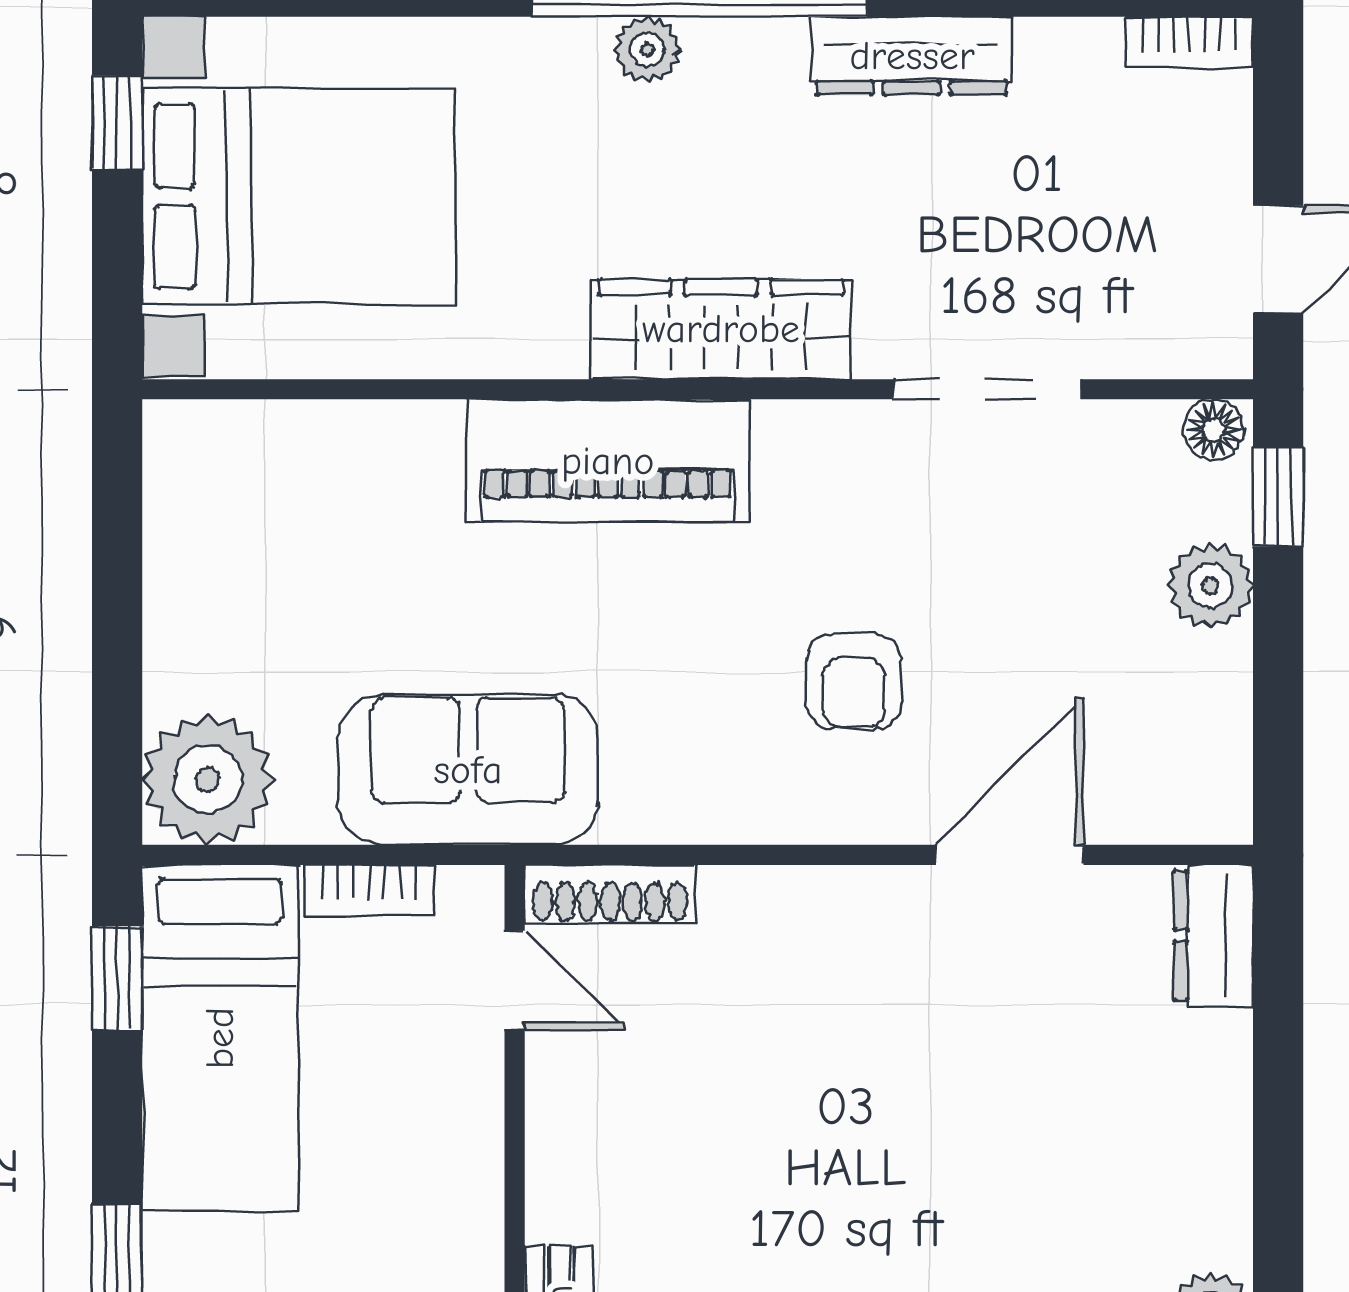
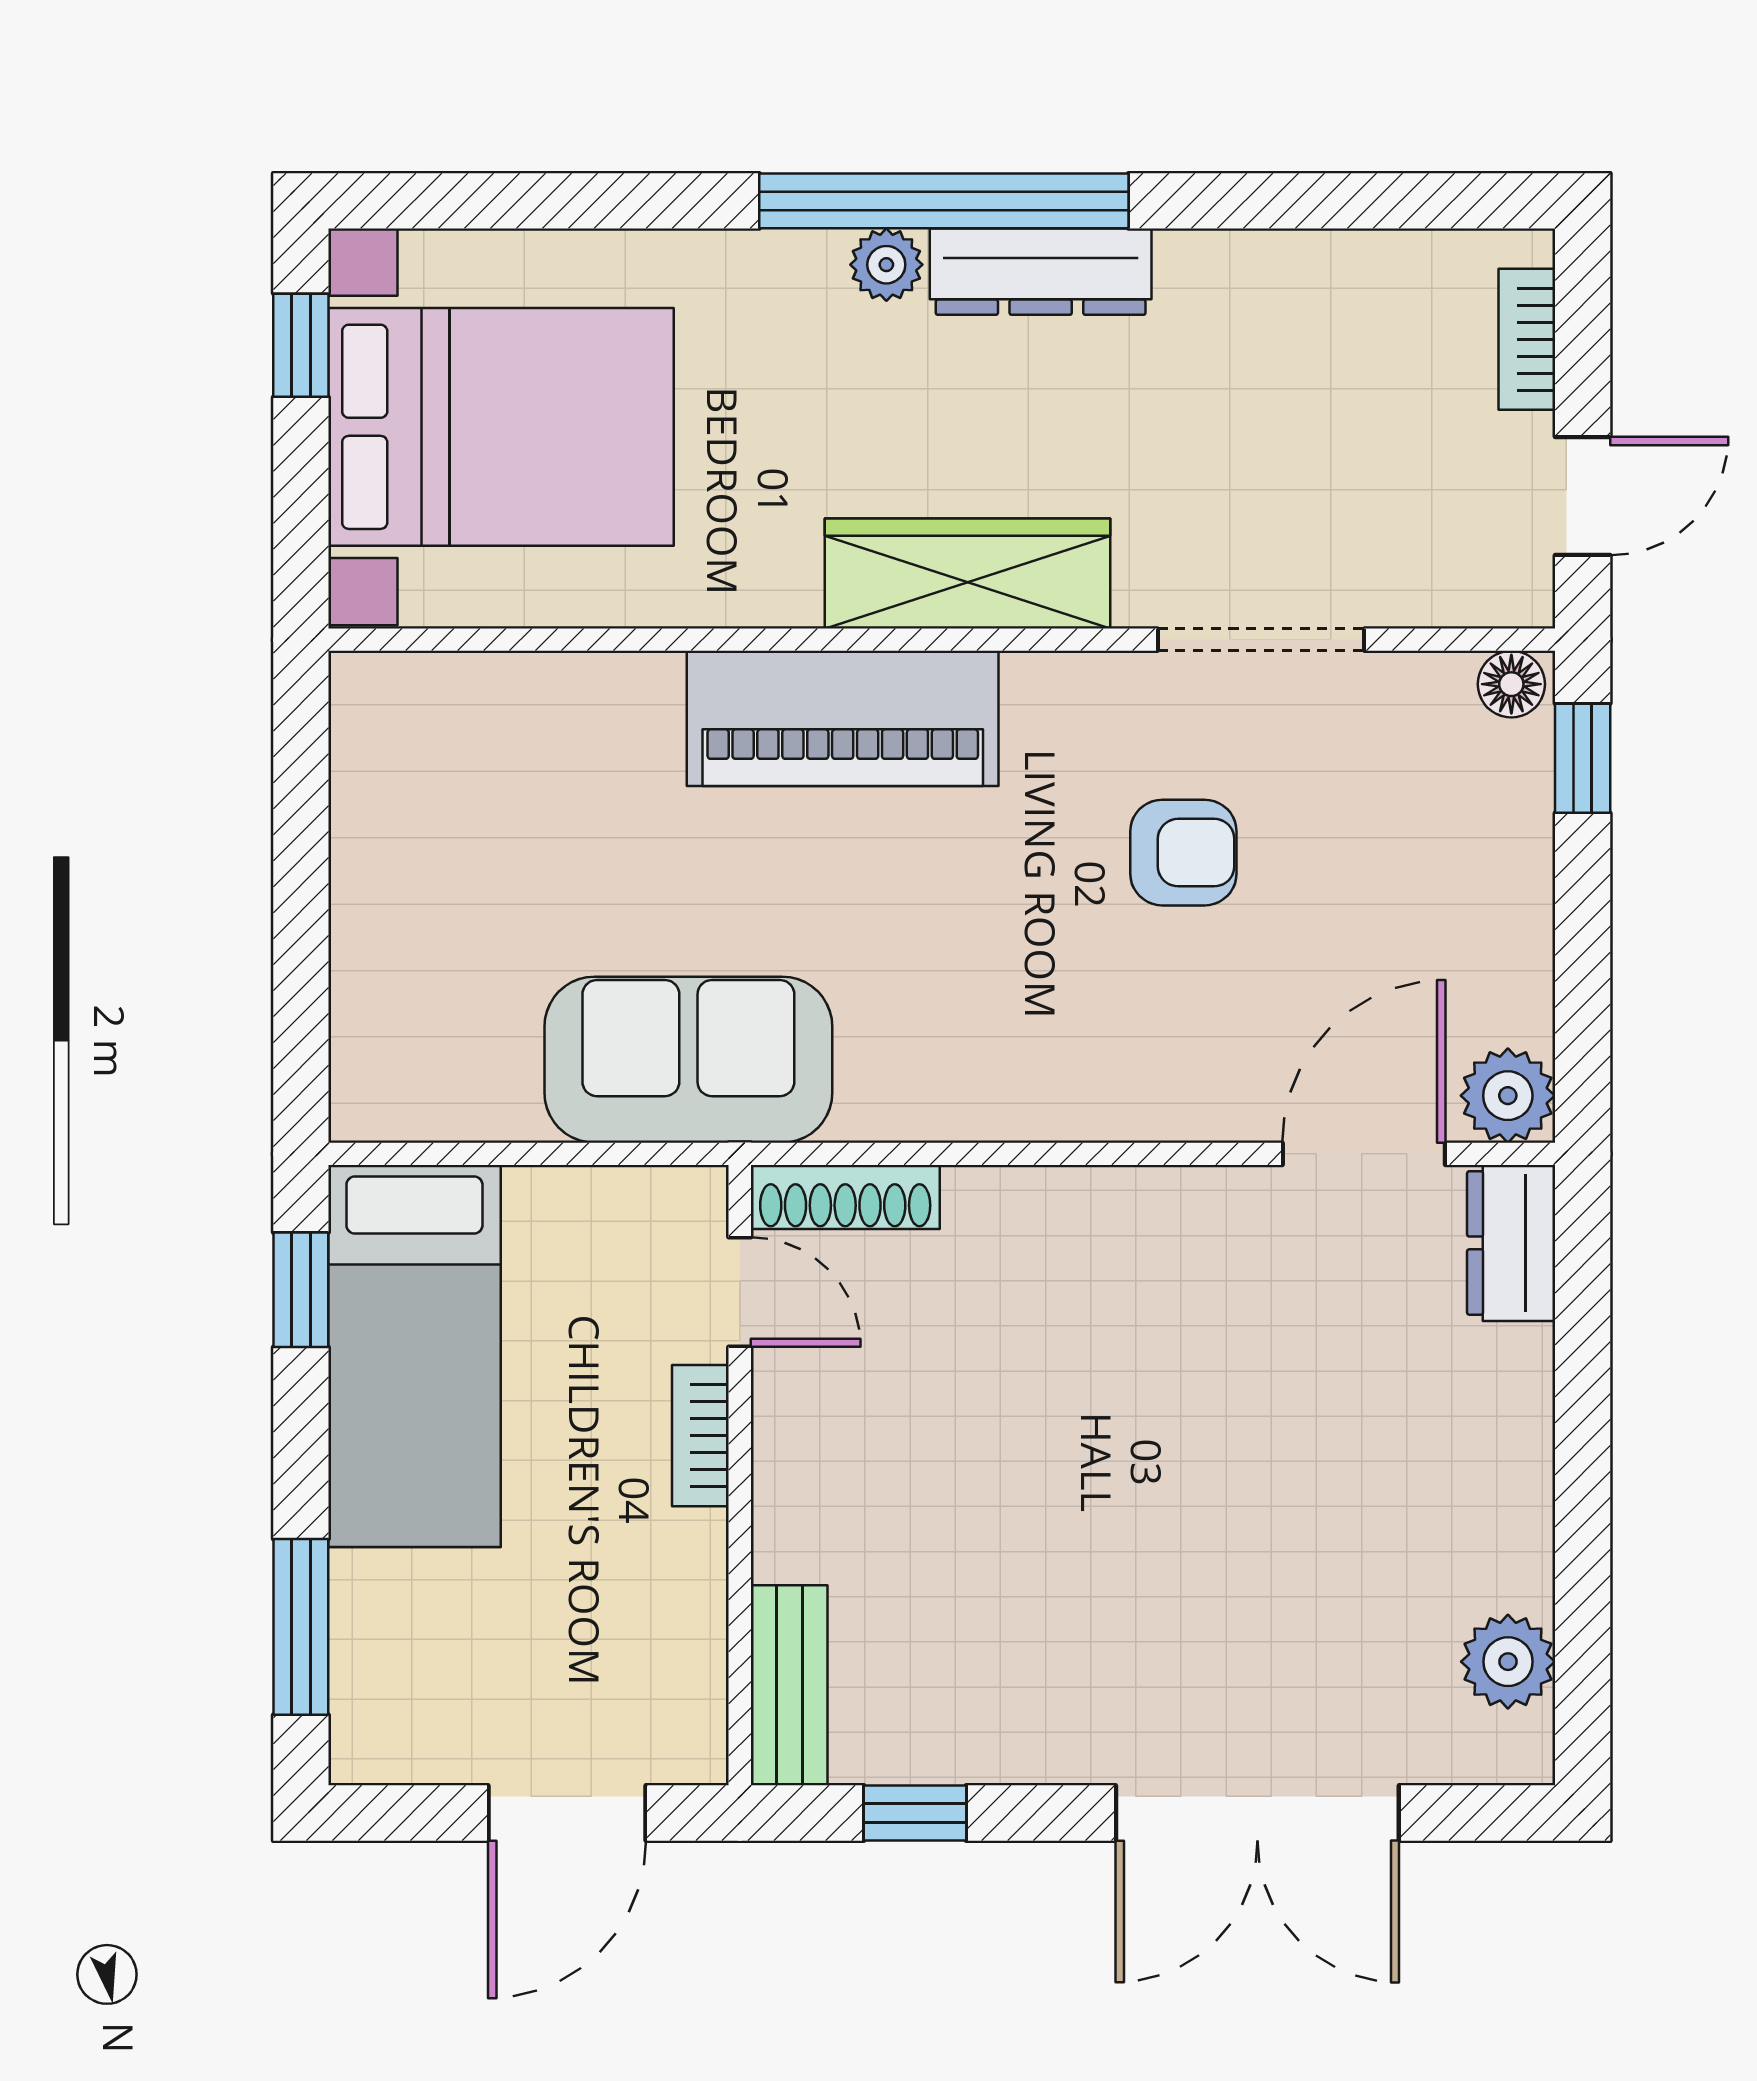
bookcase: (1189, 42) -> (1527, 339), moved, turned 90
dresser: (912, 56) -> (1041, 272), moved
plant: (1210, 586) -> (1508, 1096), moved
armchair: (854, 682) -> (1183, 853), moved, turned -90
plant: (207, 780) -> (401, 1071), removed
door: (1010, 855) -> (1364, 1154), moved
bookcase: (369, 891) -> (700, 1436), moved, turned 90

